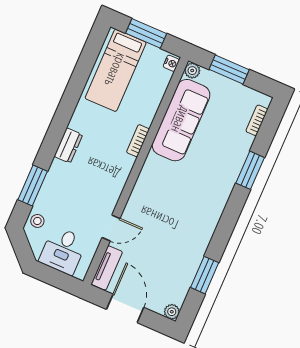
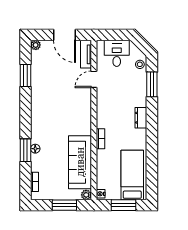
floor lamp: (236, 166) -> (35, 149), added

